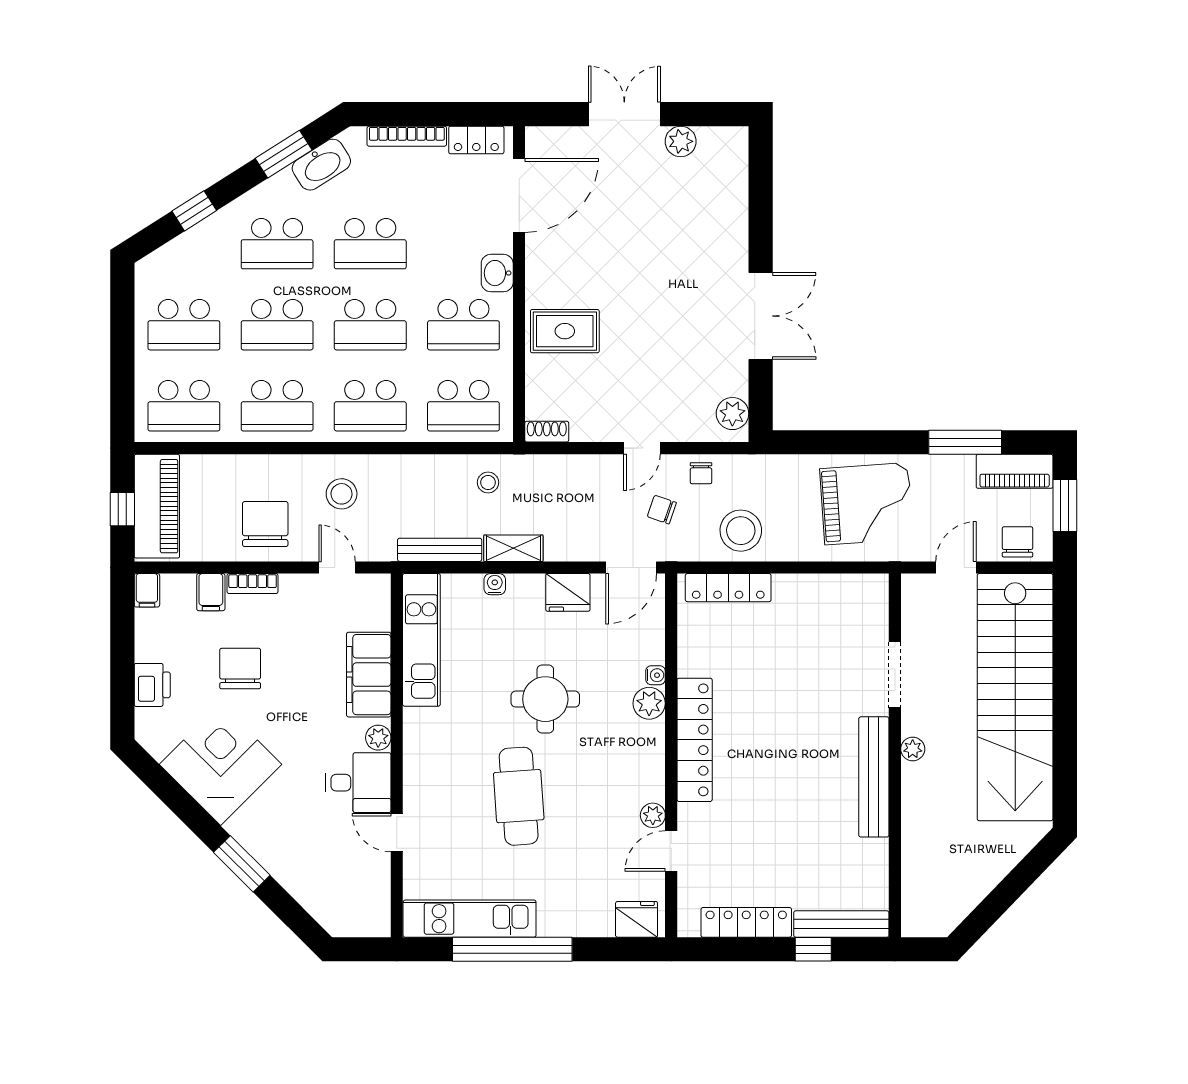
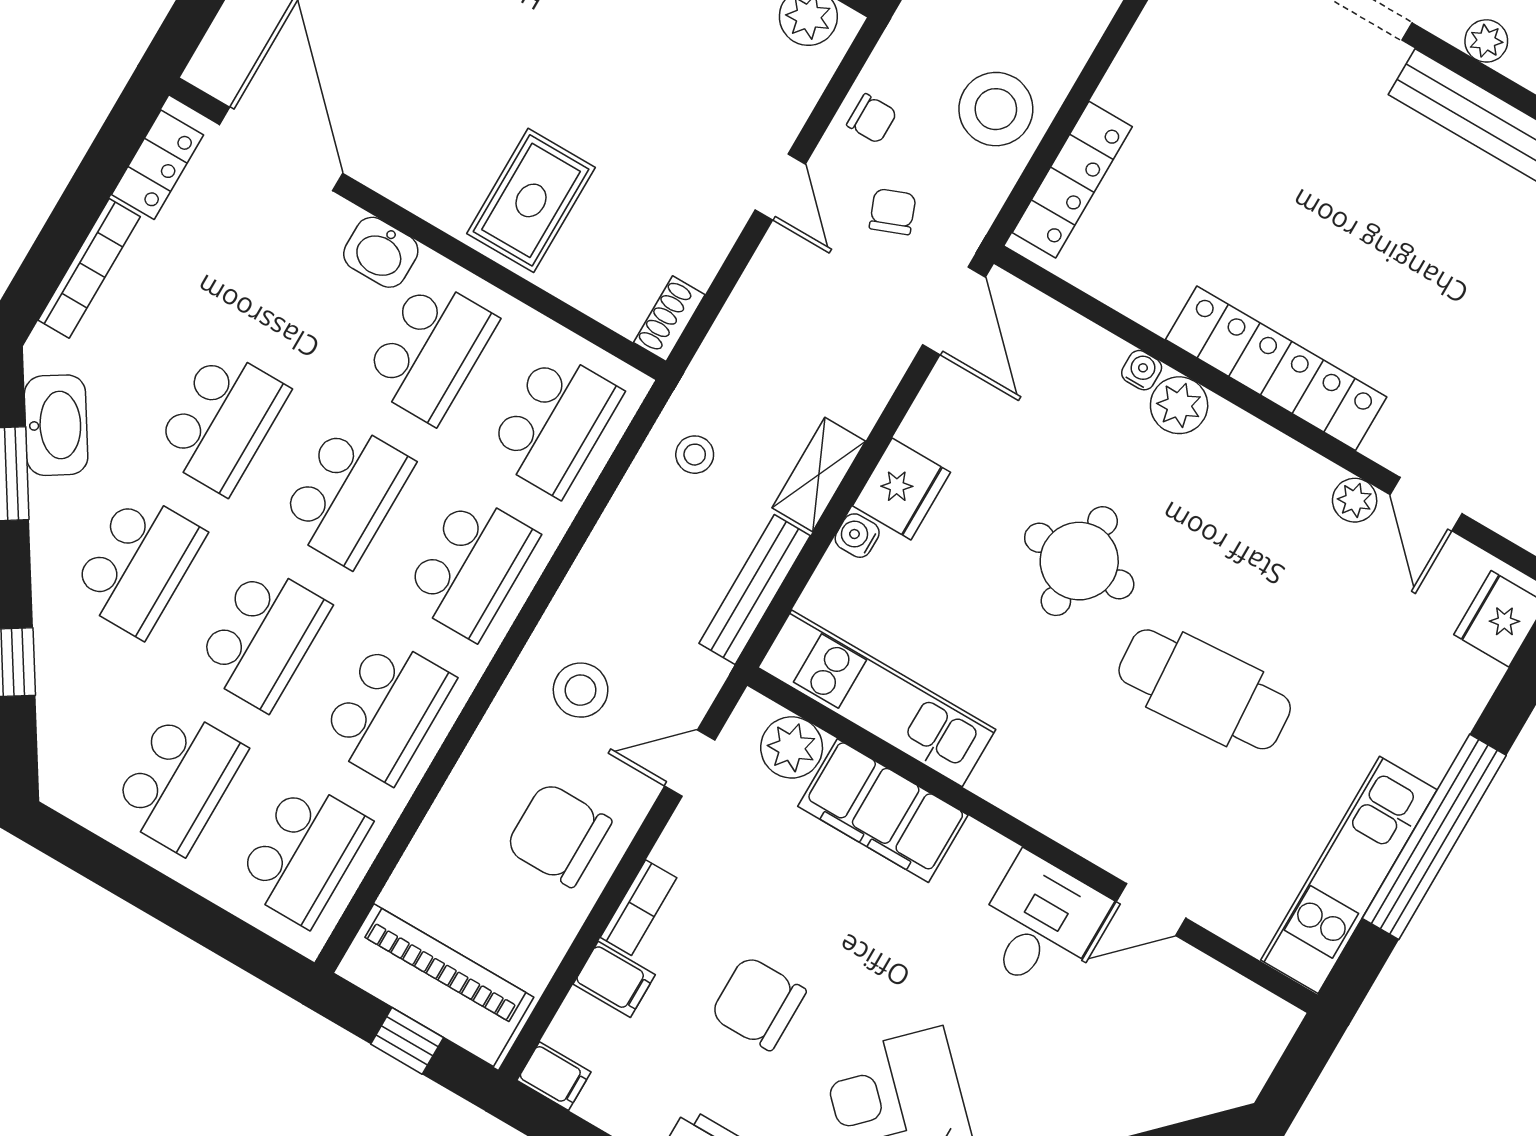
chair: (662, 510) -> (893, 212), turned 140
fridge: (568, 592) -> (901, 489), moved
plant: (378, 738) -> (792, 747), moved, width x1.38, depth x1.38

